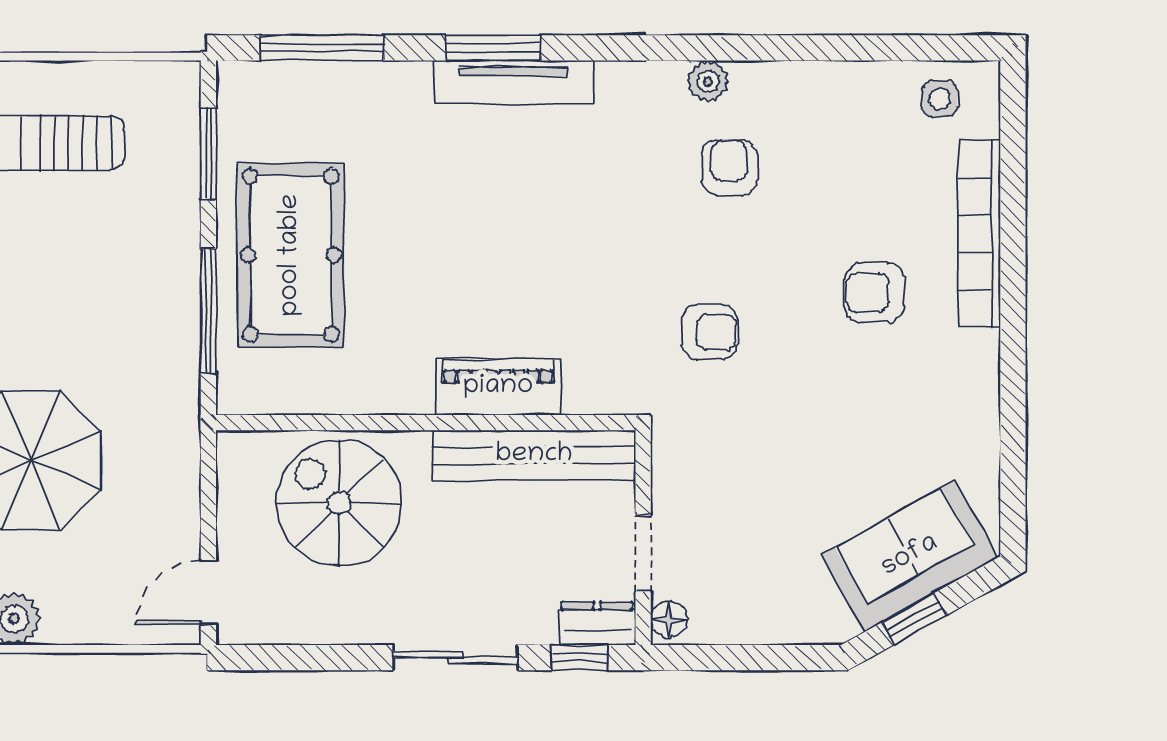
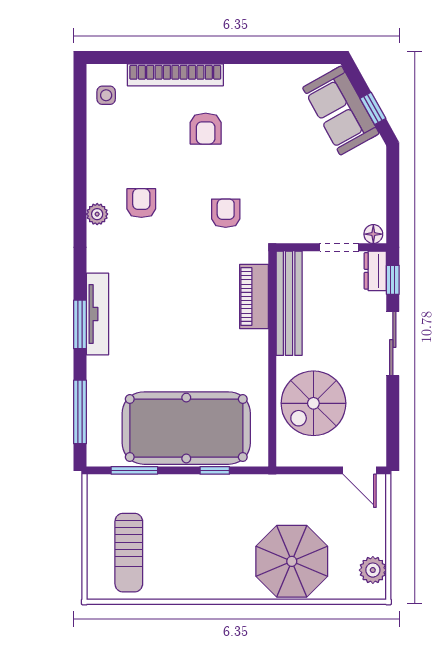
armchair: (729, 167) -> (141, 203), turned 90
pool table: (291, 255) -> (186, 428), width x1.36, depth x1.32
window: (208, 310) -> (215, 470), width x0.46
piano: (498, 387) -> (254, 296), moved

